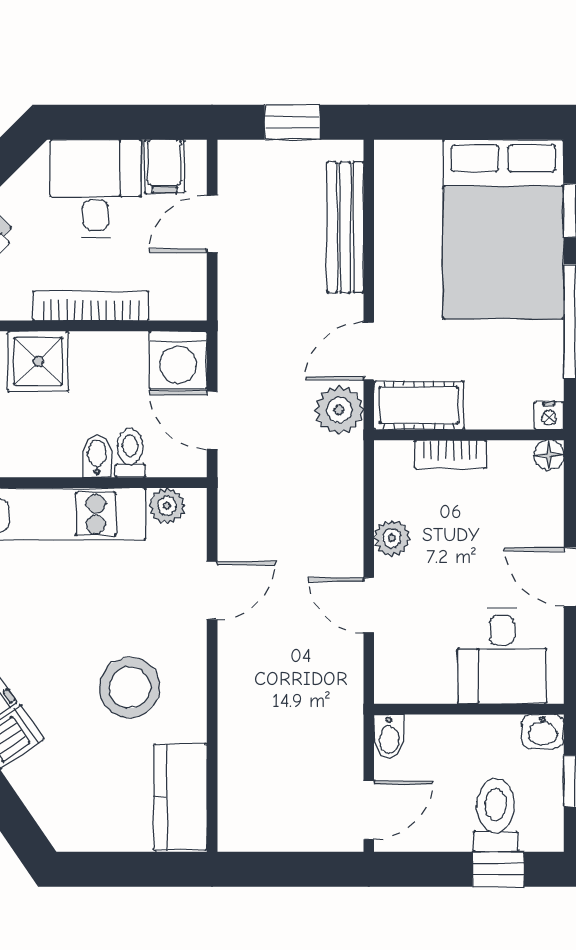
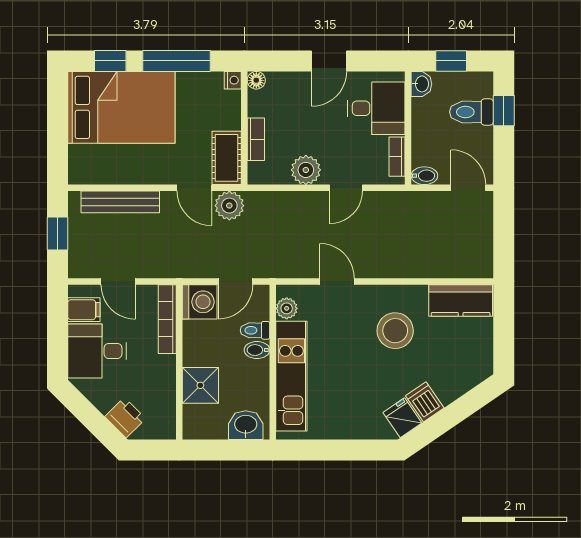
bookcase: (91, 306) -> (167, 319), moved
plant: (392, 538) -> (306, 170), width x1.38, depth x1.38
bookcase: (421, 691) -> (397, 157), added

